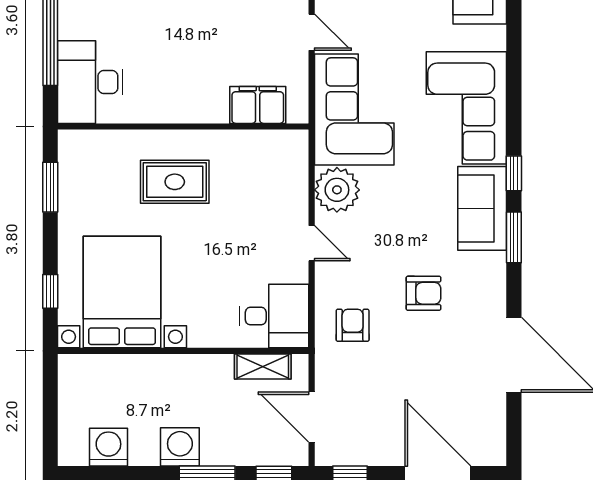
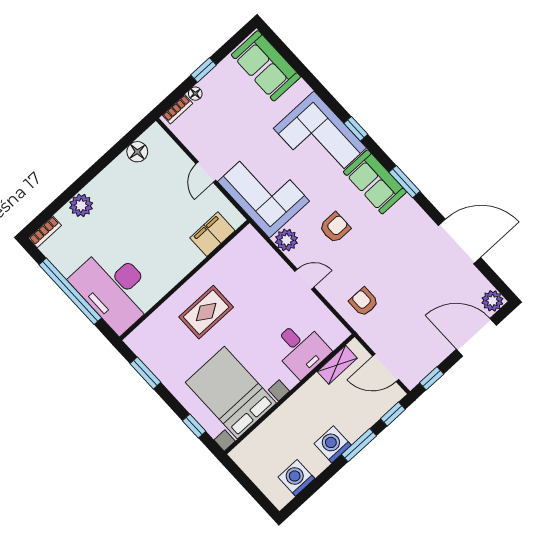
door: (312, 32) -> (206, 172), swing flipped
desk: (90, 82) -> (114, 289), width x1.36, depth x1.30
window: (514, 173) -> (356, 129), moved
plant: (337, 190) -> (287, 240), width x0.73, depth x0.73
armchair: (423, 293) -> (335, 228), moved
desk: (274, 316) -> (301, 349), moved, turned 90
plant: (491, 450) -> (492, 301), added

